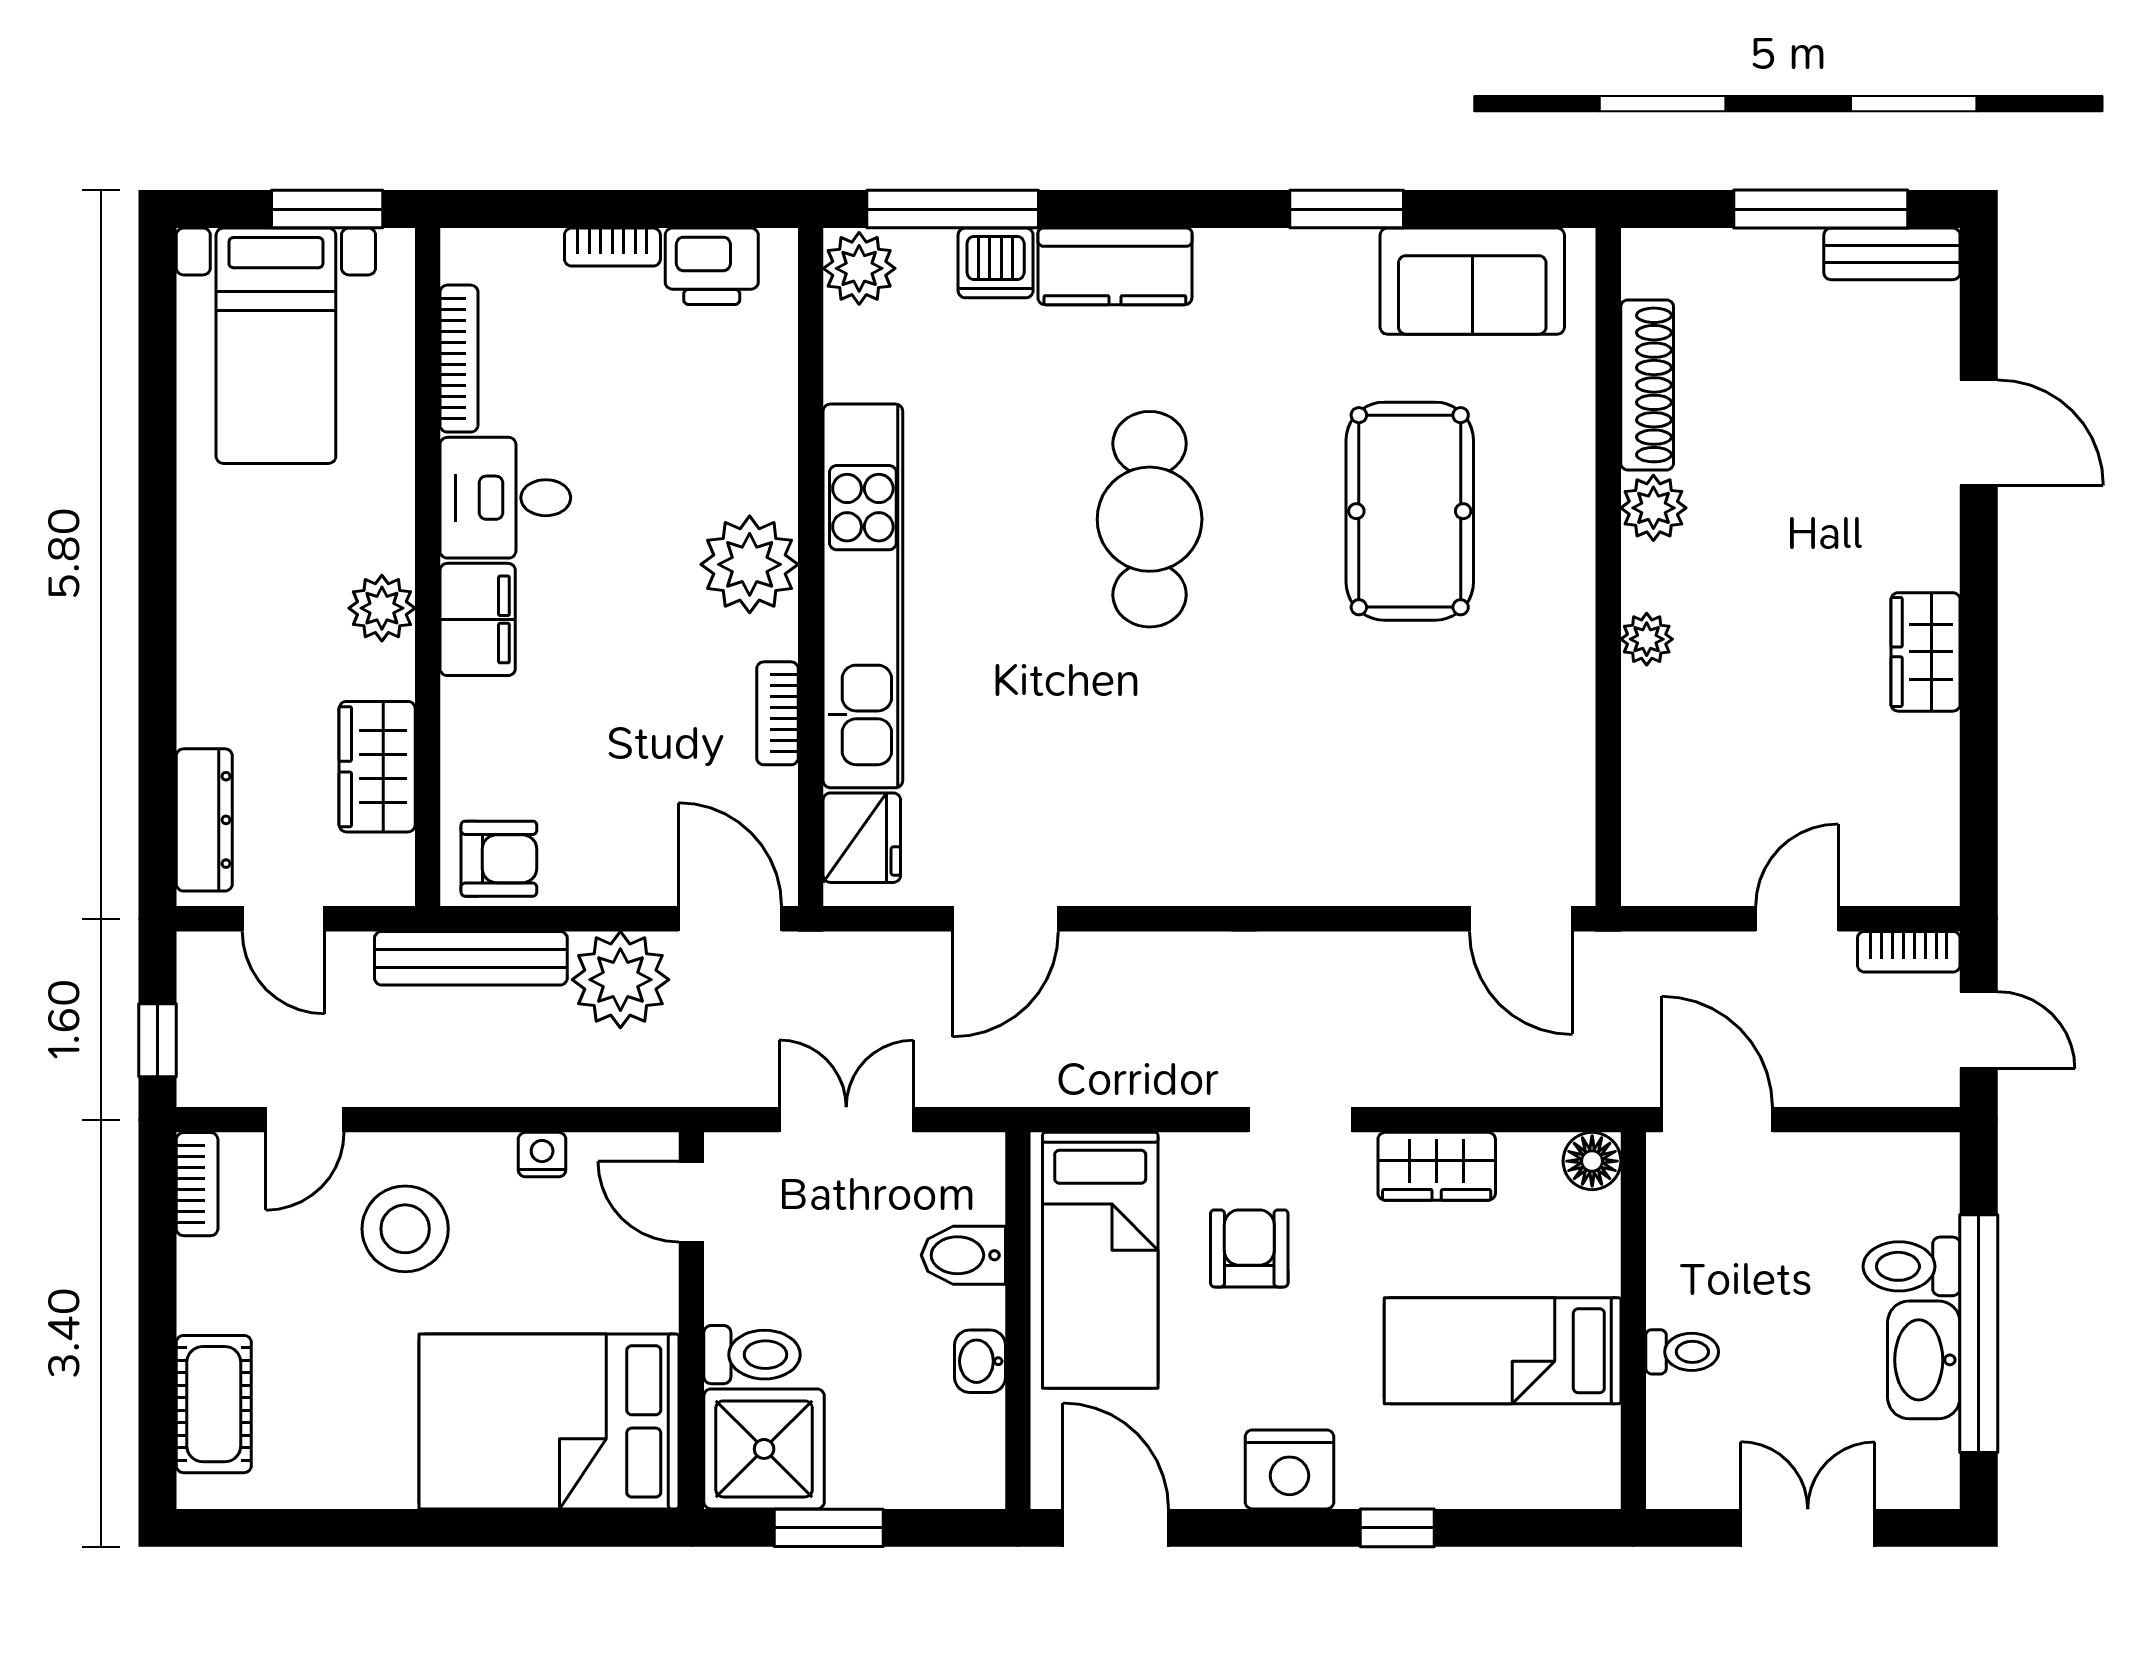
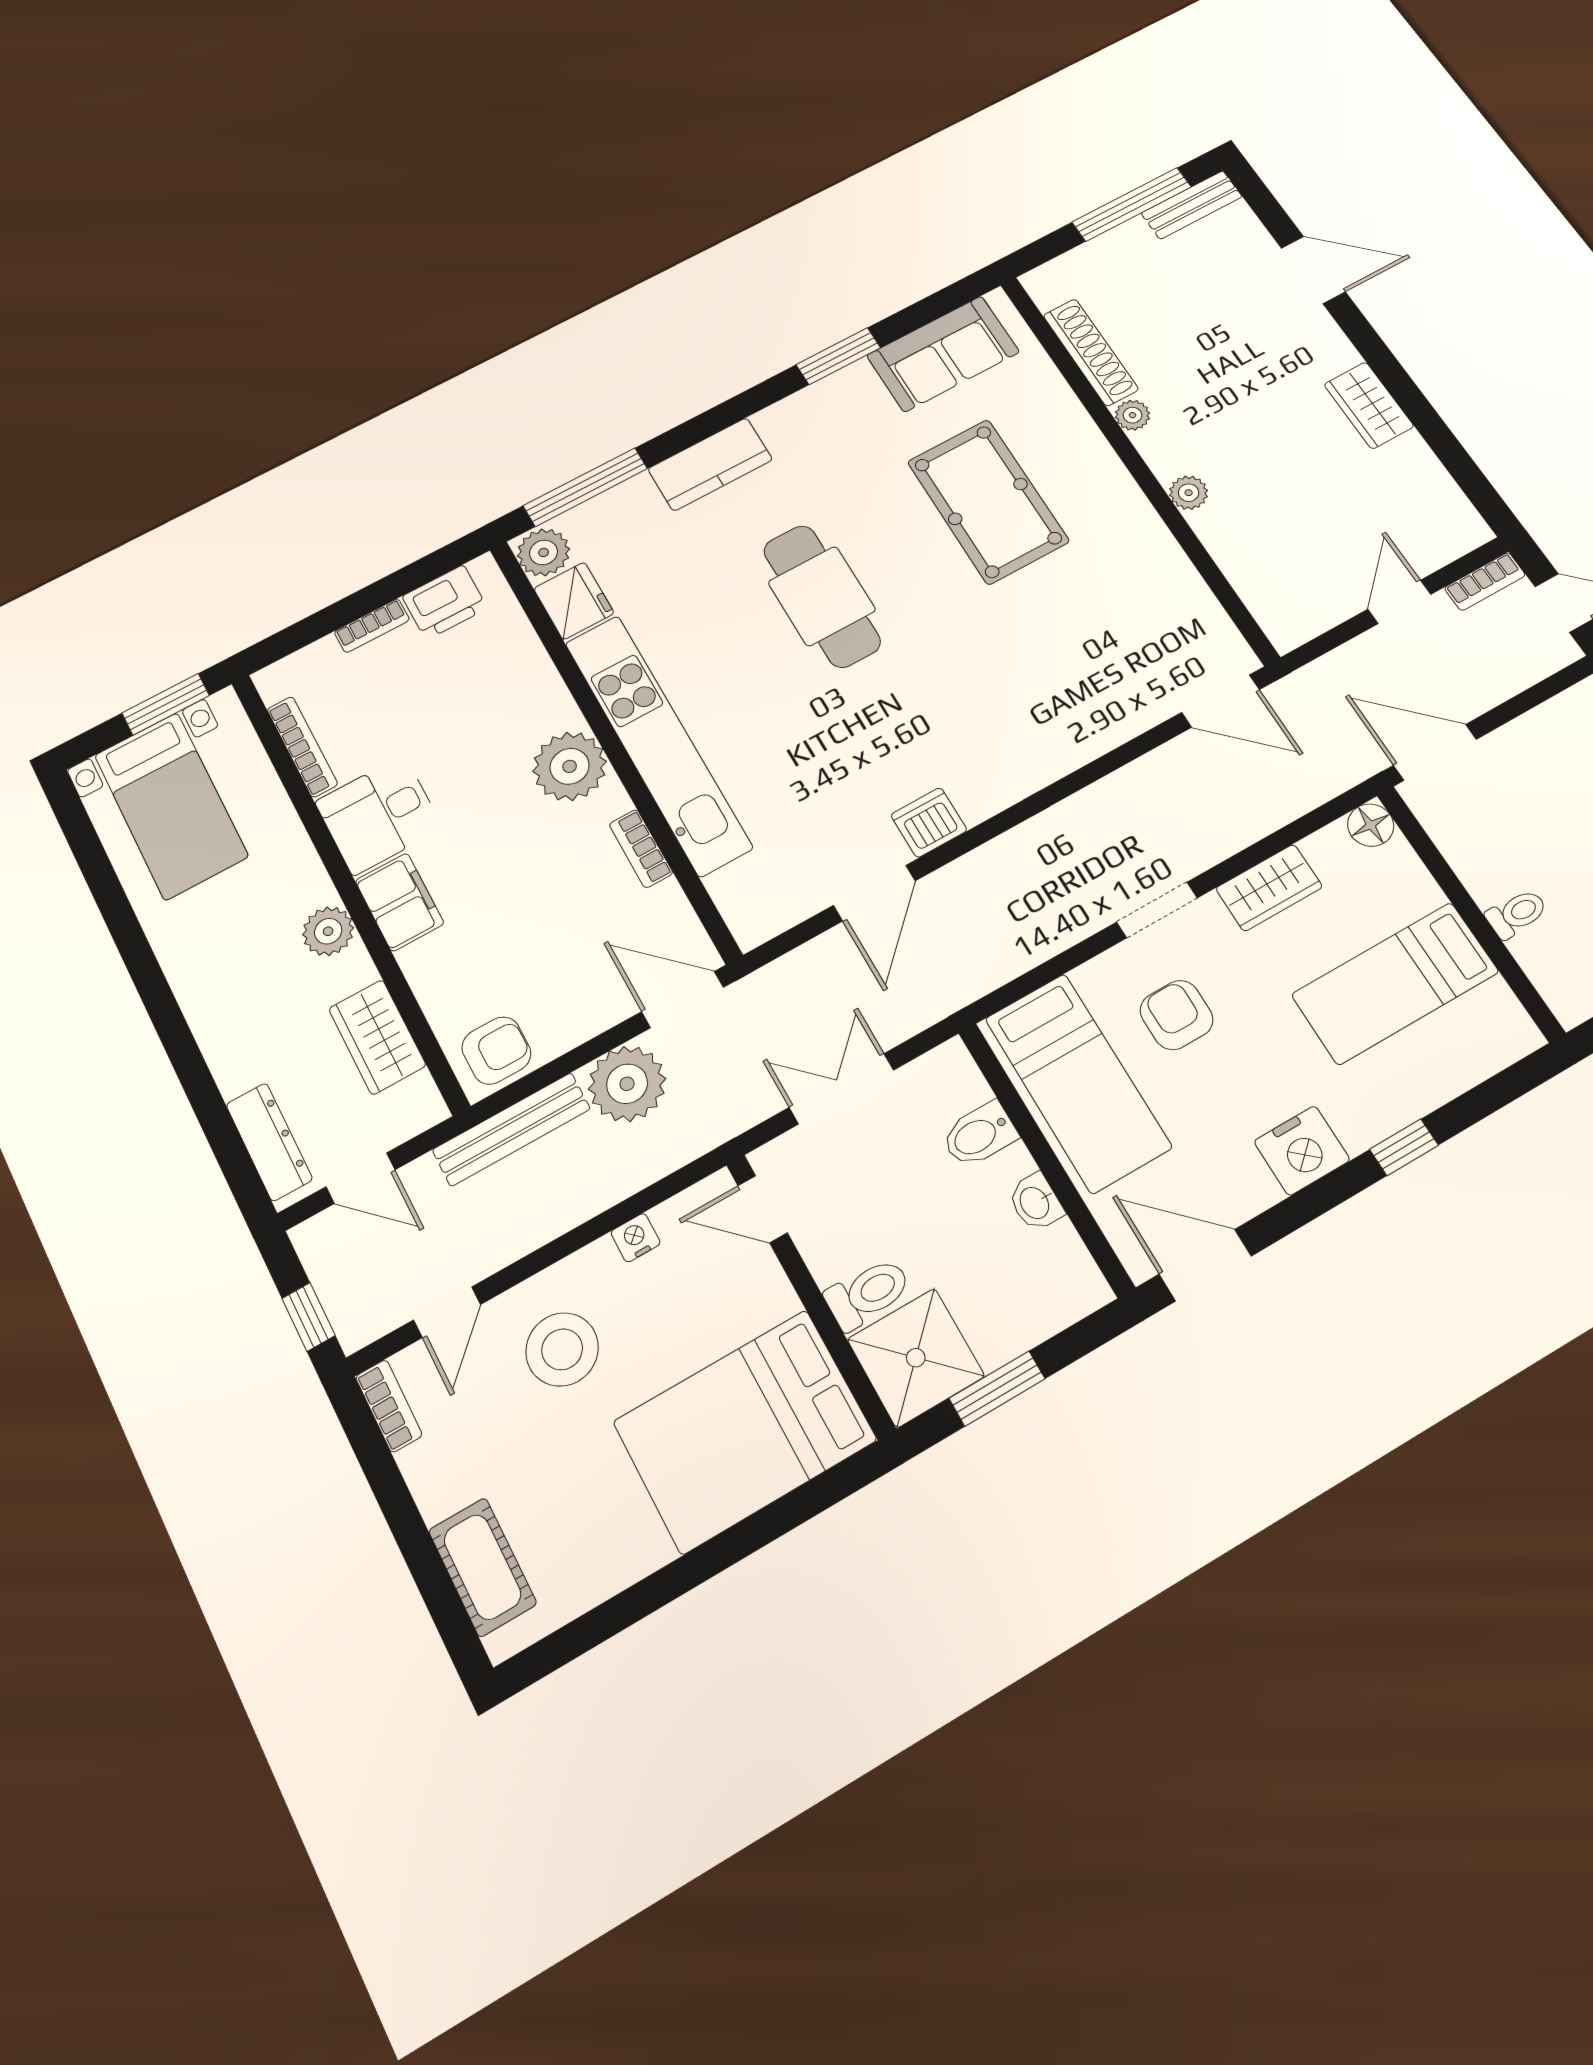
dishwasher: (996, 263) -> (929, 823), moved, turned 180
plant: (1653, 508) -> (1132, 415), width x0.73, depth x0.73
fridge: (862, 838) -> (574, 601), moved

